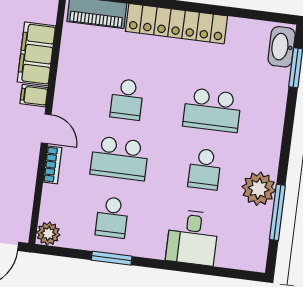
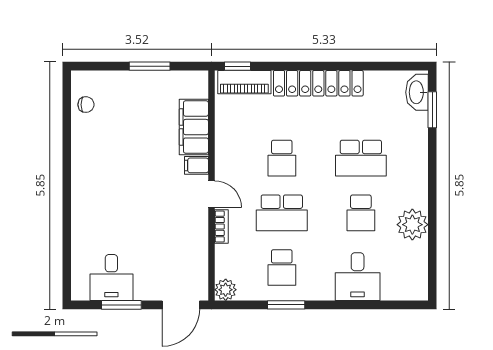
window: (277, 212) -> (432, 244), removed

